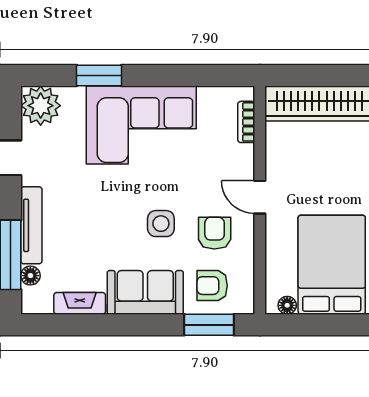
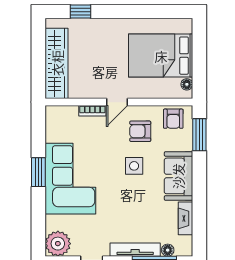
window: (99, 75) -> (38, 172), moved
bookcase: (246, 122) -> (92, 111), moved
armchair: (212, 286) -> (173, 119), moved

